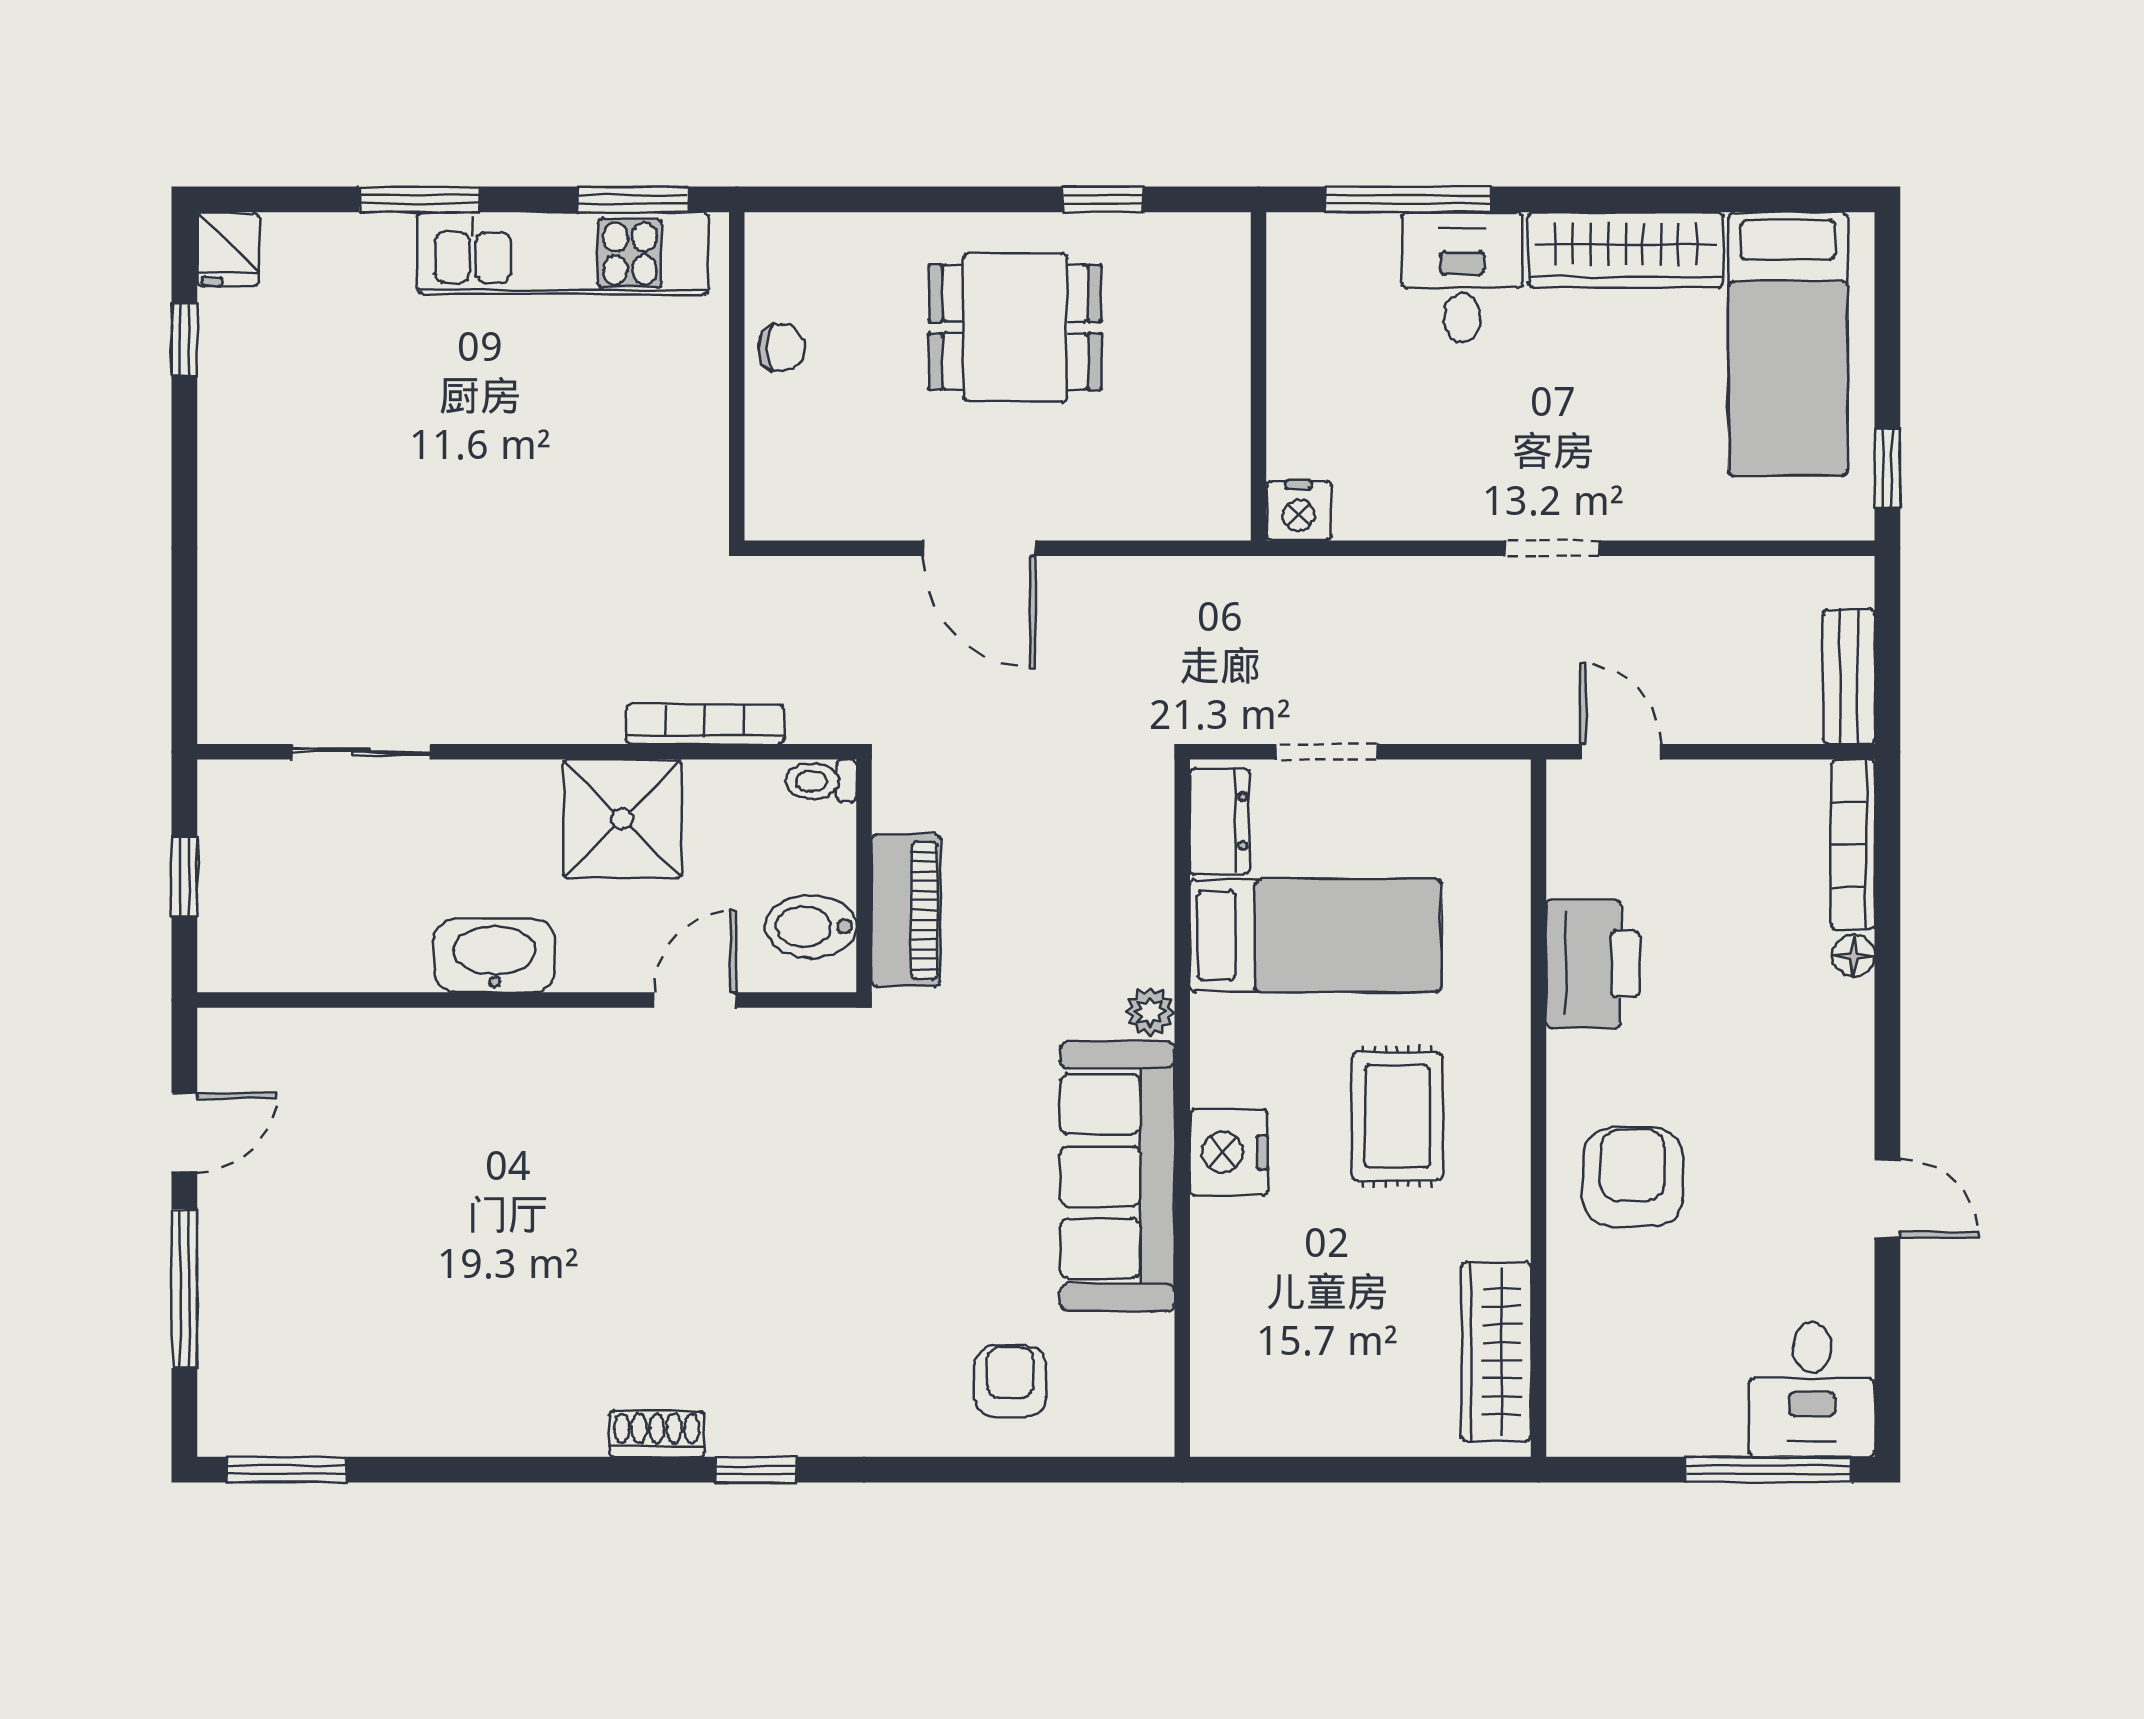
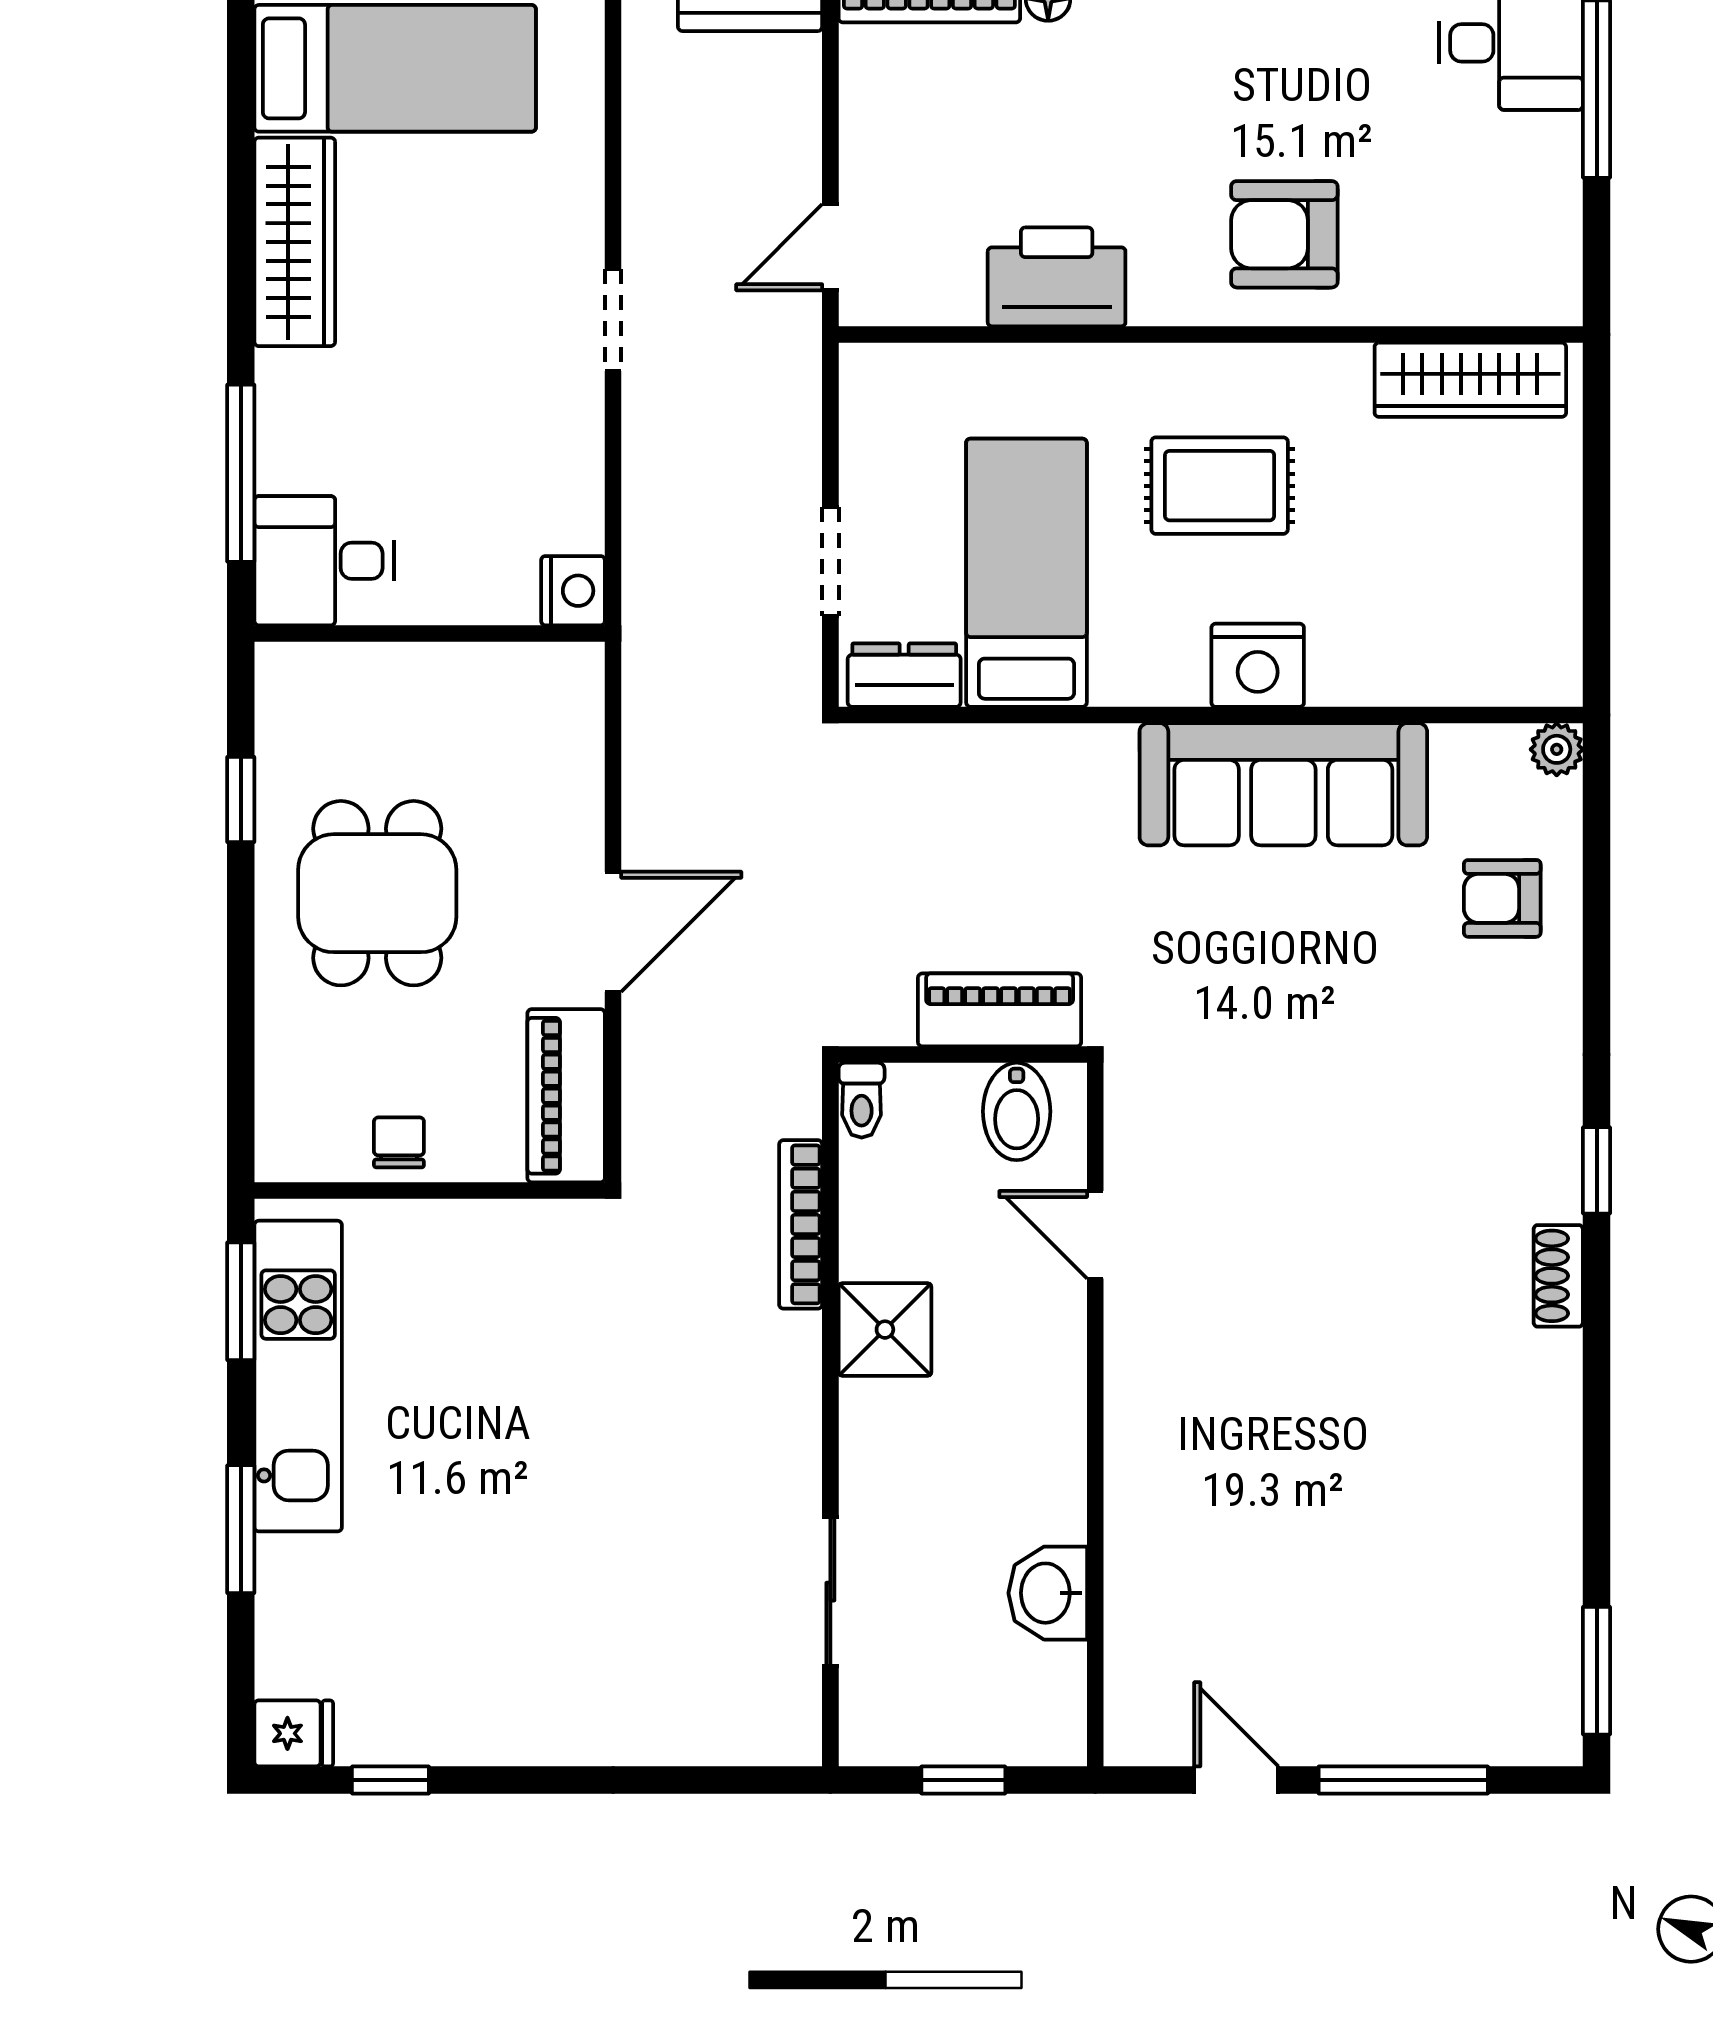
desk: (1462, 277) -> (324, 561), moved
piano: (825, 504) -> (566, 1096), added
shower: (622, 819) -> (885, 1330), width x0.73, depth x0.73
washbasin: (494, 956) -> (1048, 1593), moved, width x0.72
plant: (1150, 1012) -> (1557, 749), moved

